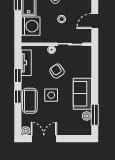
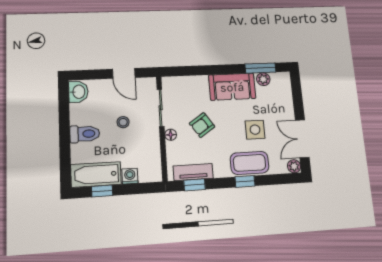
washing machine: (31, 26) -> (130, 176), width x0.53, depth x0.53
window: (18, 76) -> (194, 185), moved
side table: (51, 95) -> (255, 130), moved

